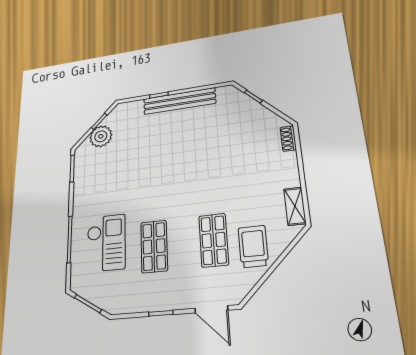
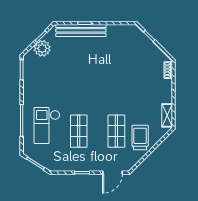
bench: (179, 101) -> (81, 30), moved
checkout: (106, 243) -> (47, 125), turned 180
door: (211, 309) -> (112, 173), hinge flipped

